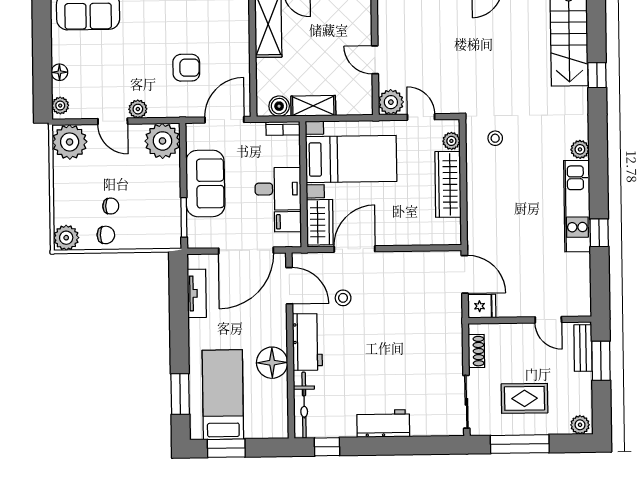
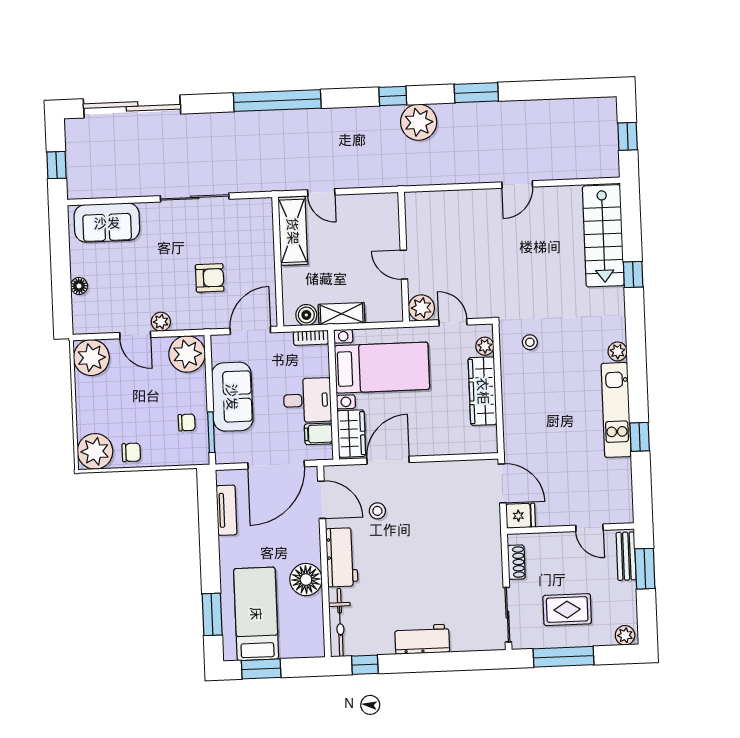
plant: (60, 106) -> (81, 320), removed
chair: (111, 206) -> (187, 422), moved
plant: (66, 238) -> (95, 451), width x1.36, depth x1.36

